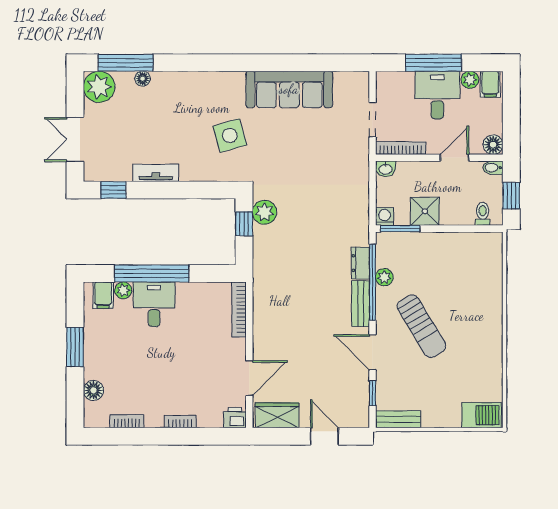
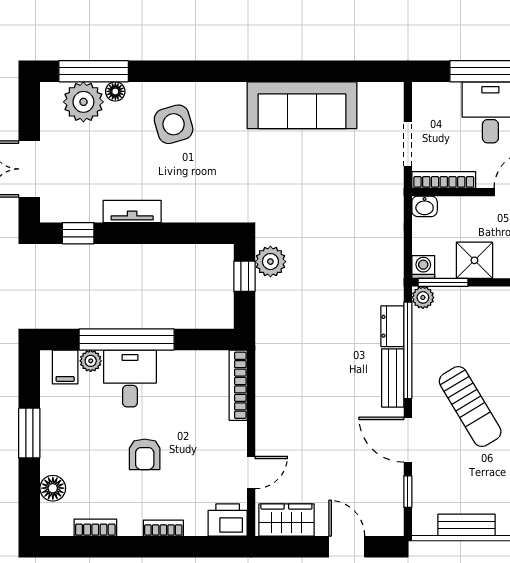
plant: (99, 87) -> (83, 102), moved
side table: (230, 136) -> (174, 124), moved
plant: (384, 277) -> (423, 297), moved
armchair: (166, 364) -> (145, 454), added
door: (249, 378) -> (251, 473), width x0.73
printer: (235, 418) -> (228, 520), width x1.36, depth x1.24
bench: (398, 419) -> (467, 525), moved

